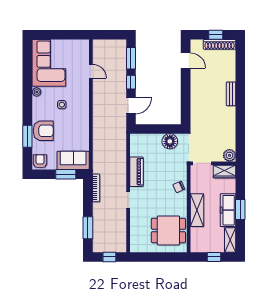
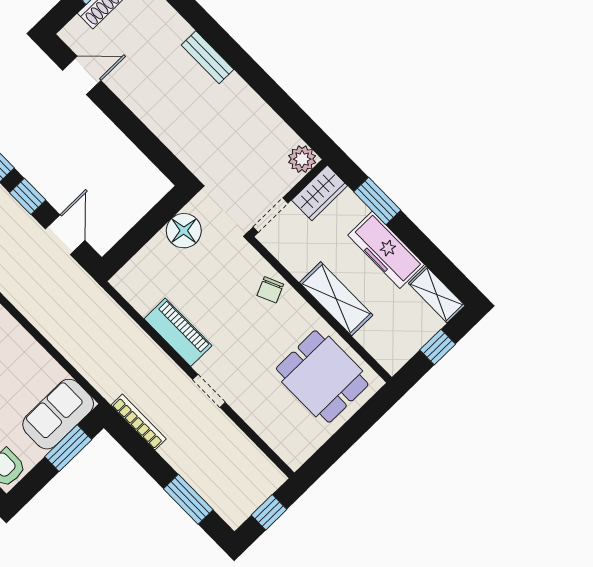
window: (240, 209) -> (377, 201), moved
dining table: (168, 230) -> (322, 376), turned 90

